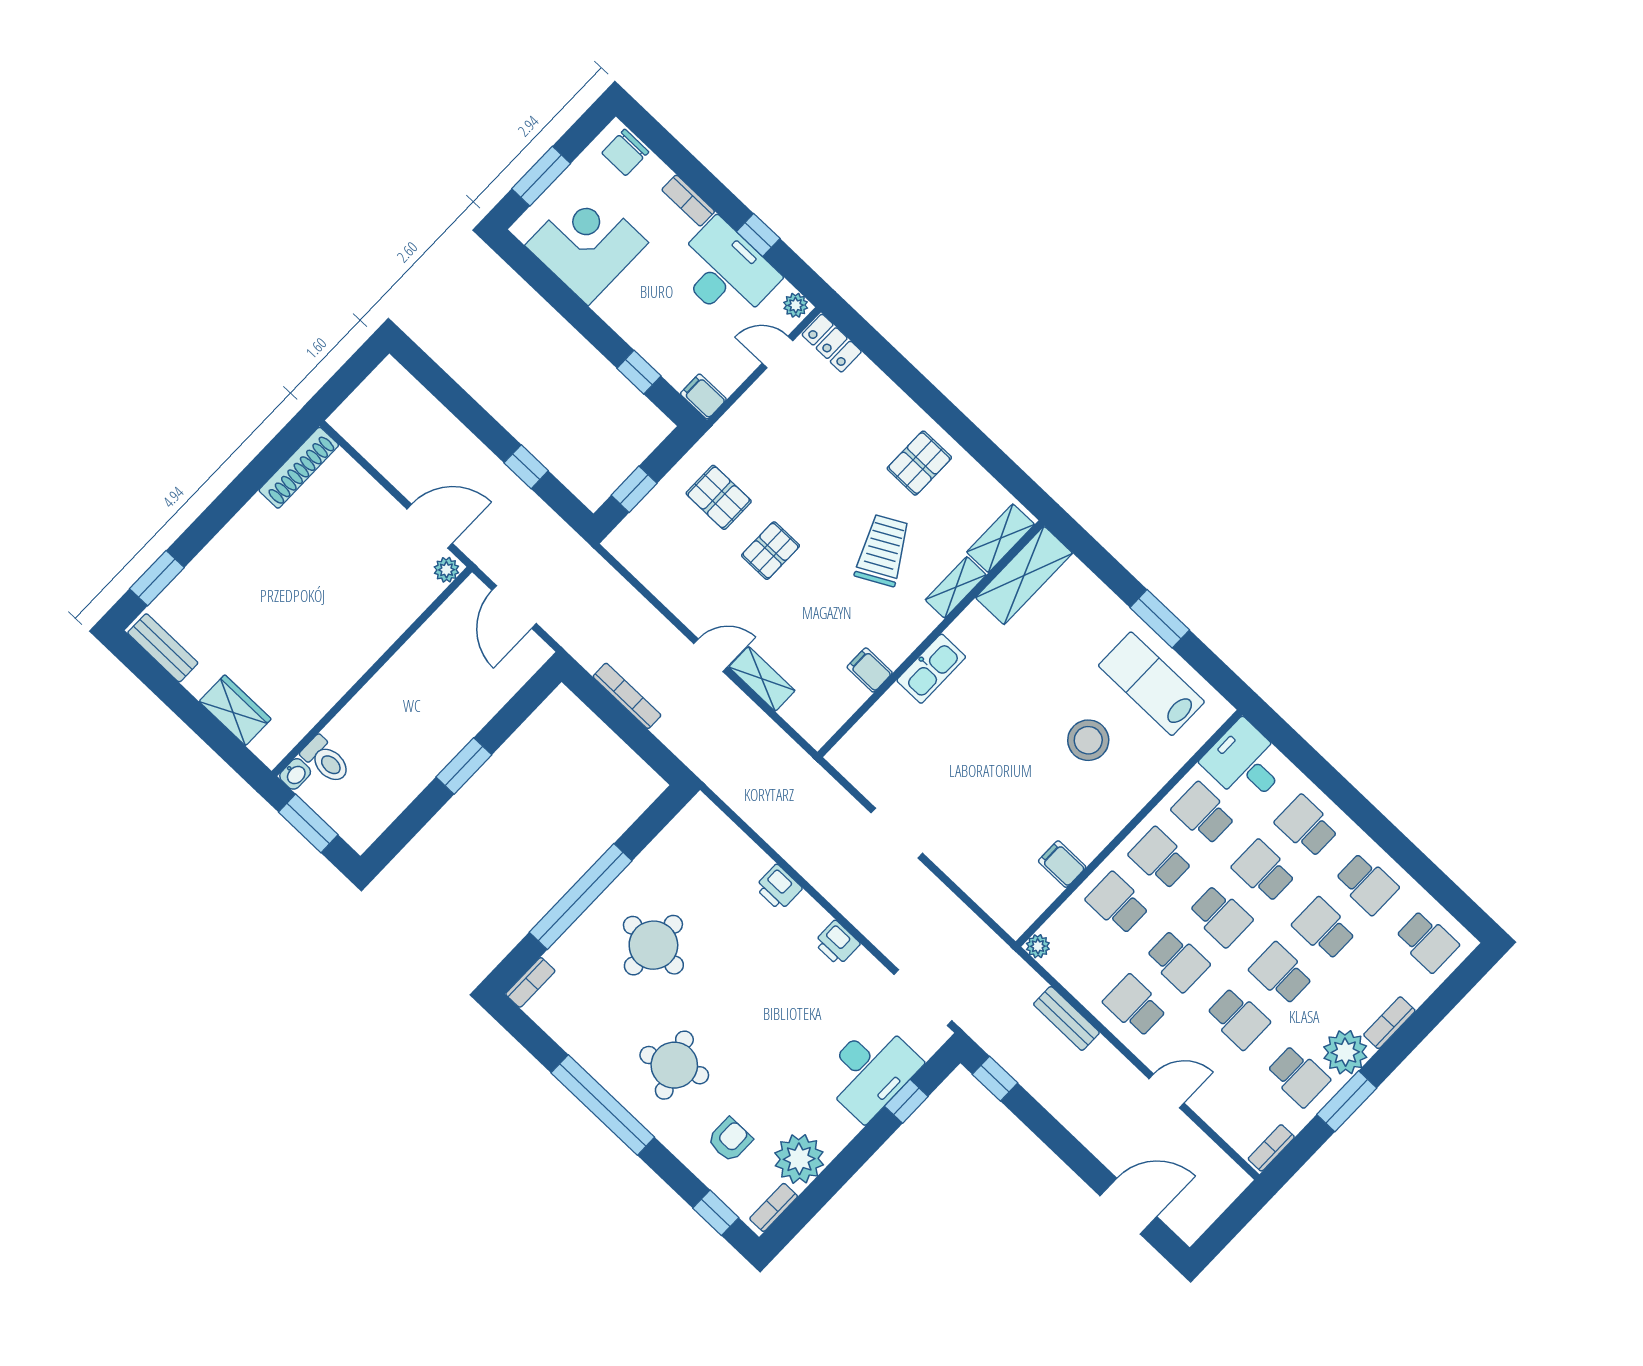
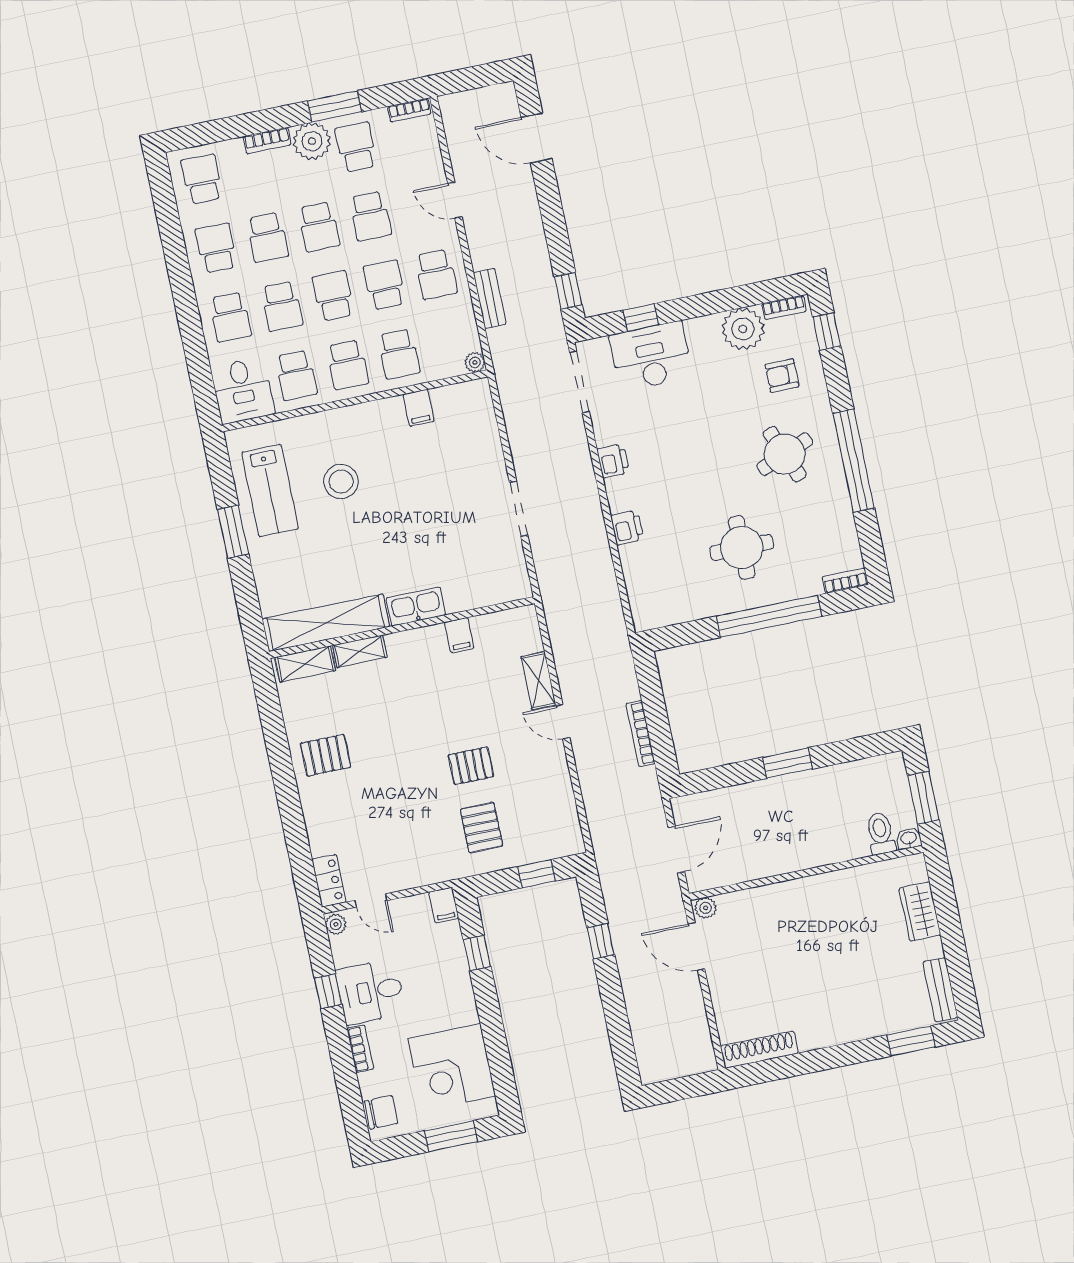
desk: (725, 272) -> (371, 992), width x0.73
trolley: (883, 550) -> (393, 712), removed
shelving: (1024, 575) -> (326, 623), width x1.47
school desk: (1238, 1018) -> (370, 216), turned 180

